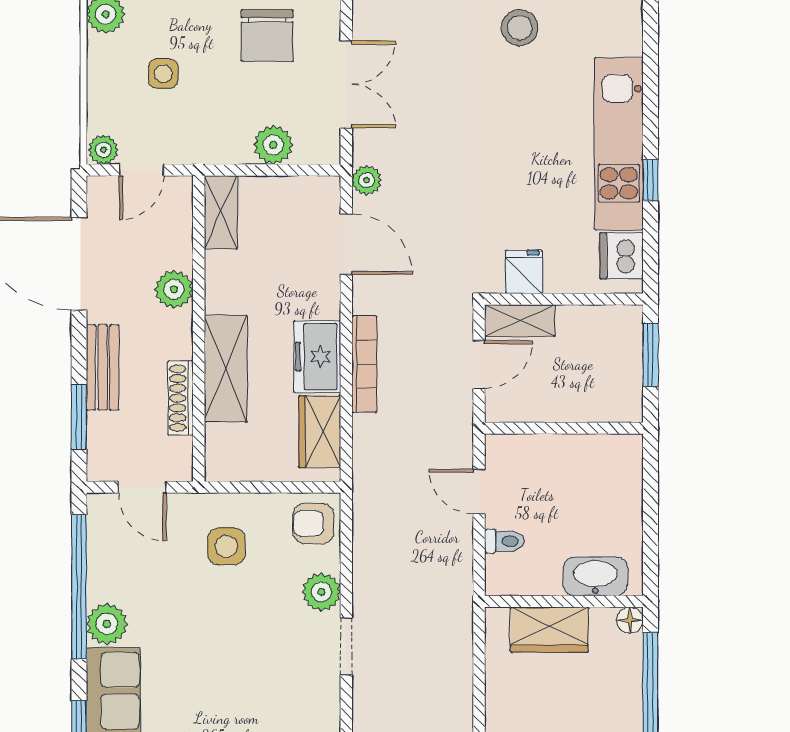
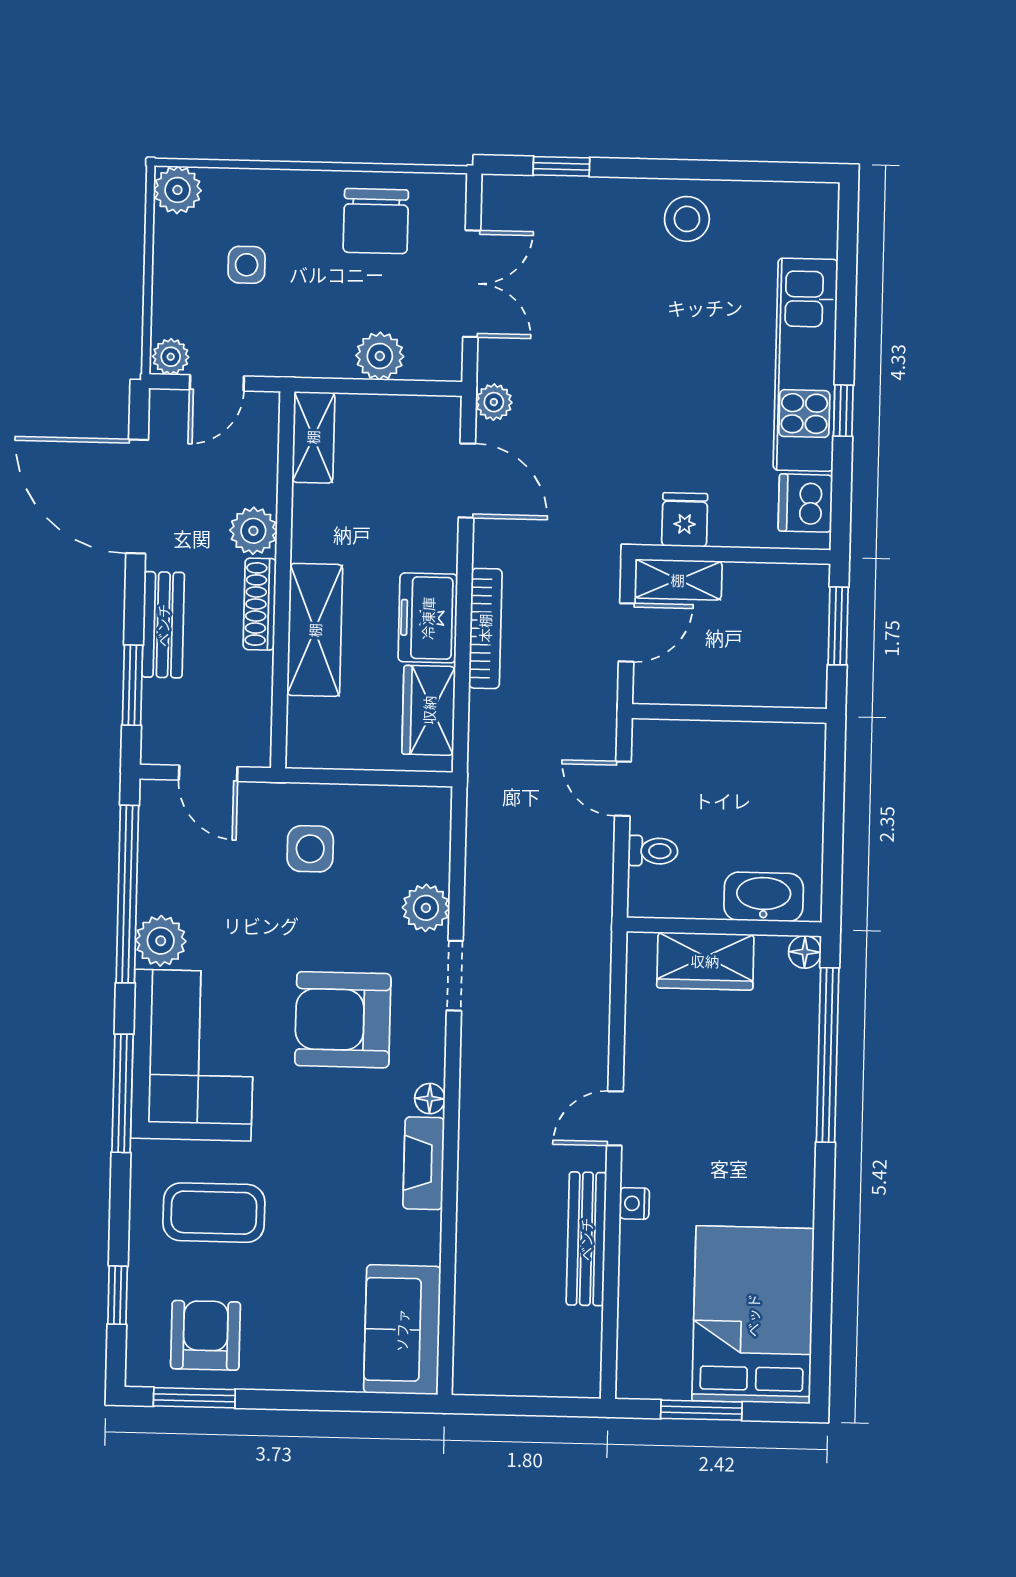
shoe rack: (181, 398) -> (260, 604), moved
armchair: (313, 523) -> (343, 1020), moved, width x1.88, depth x1.88

